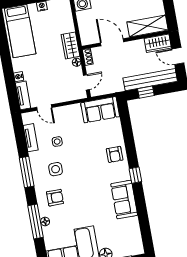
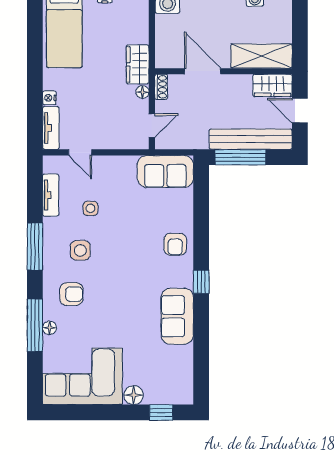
window: (146, 92) -> (240, 157), width x2.17

